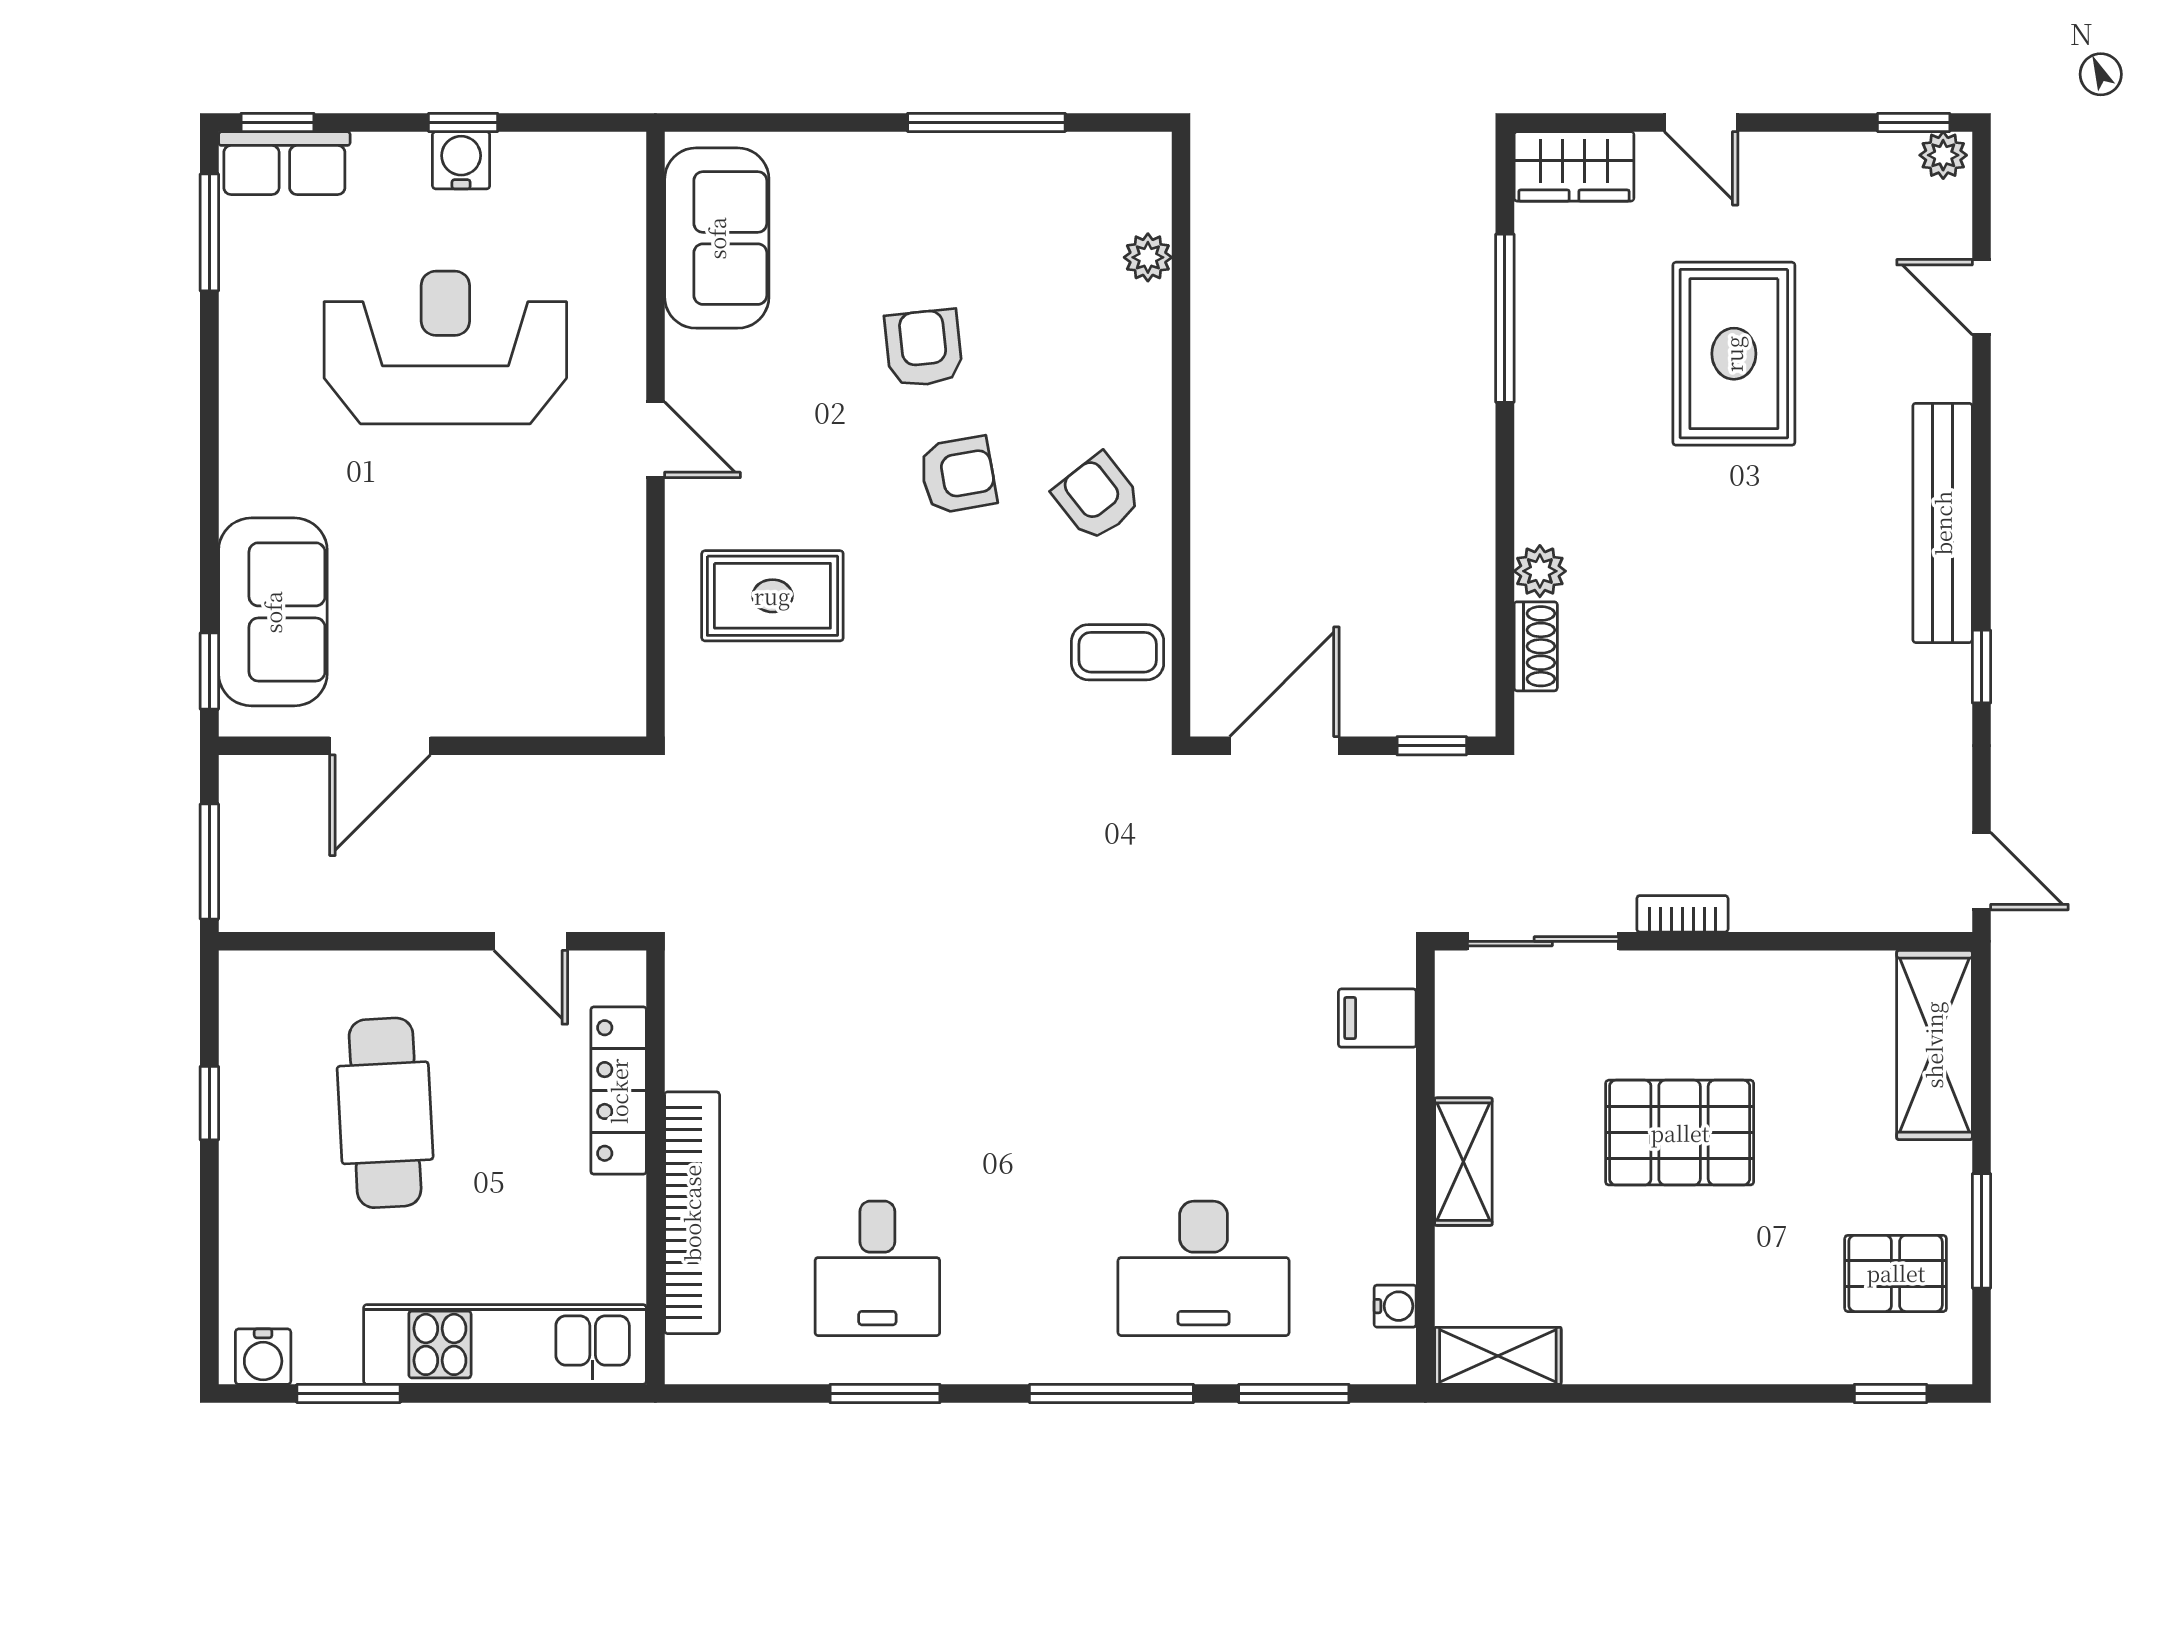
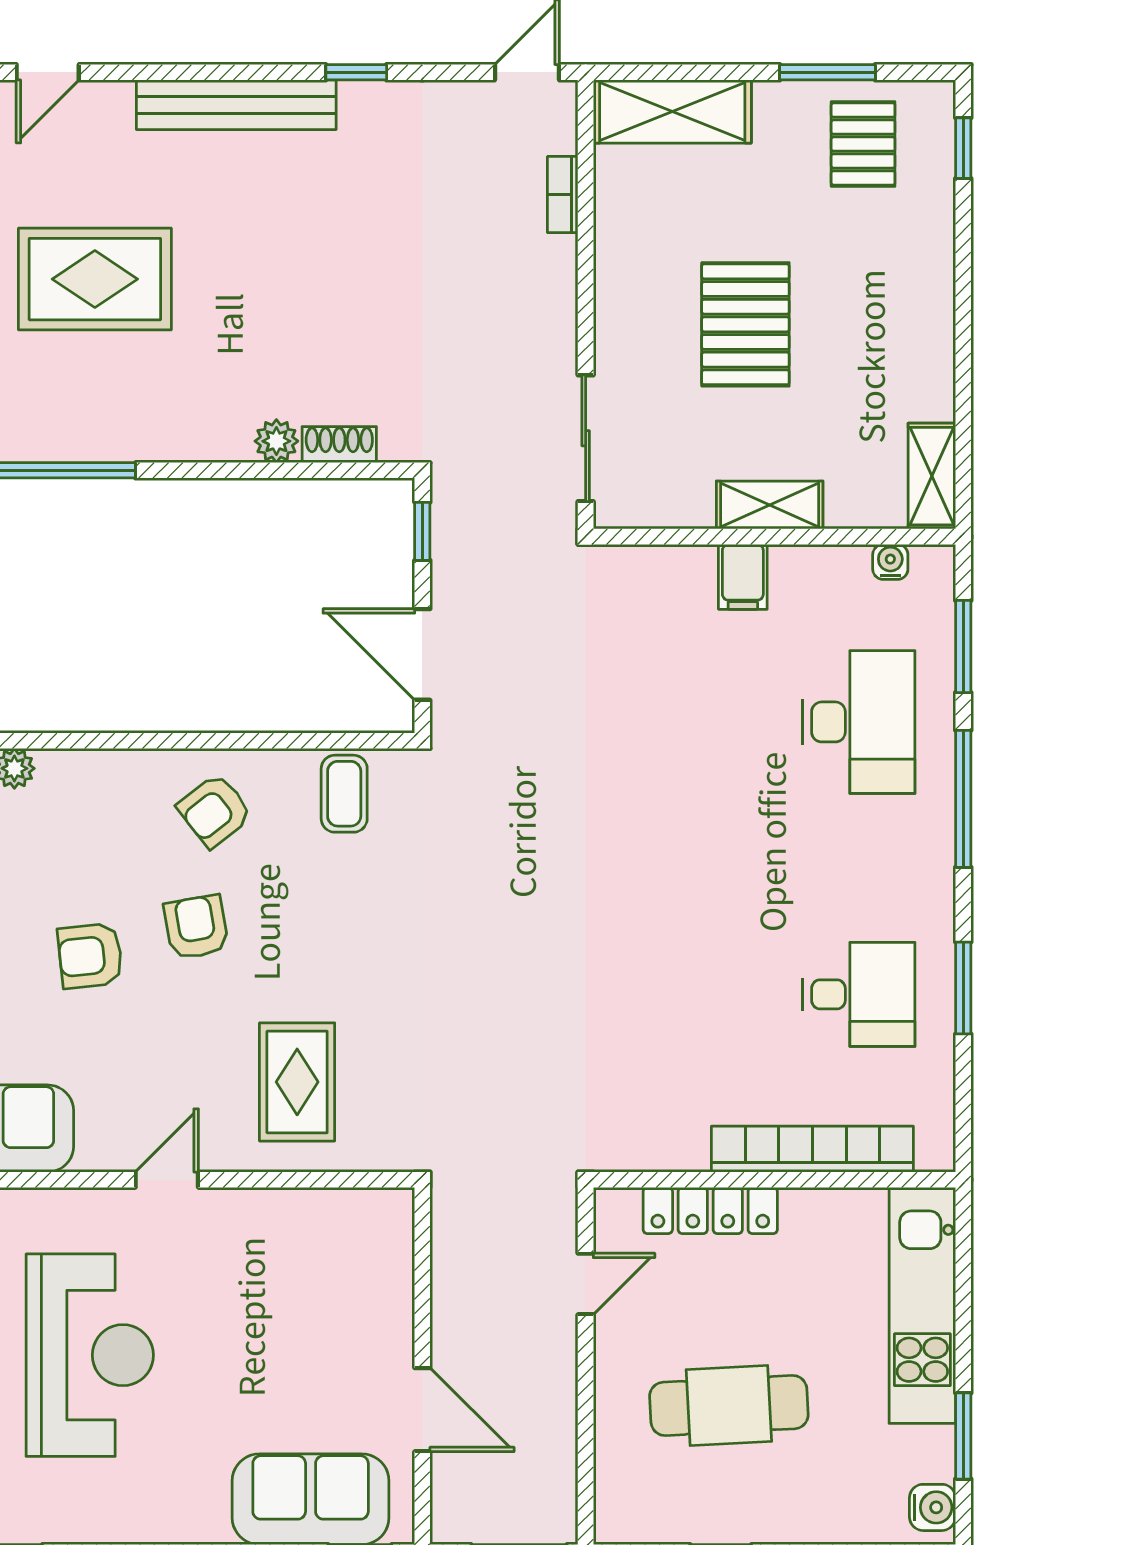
reception desk: (445, 348) -> (90, 1355), turned 180
bookcase: (1682, 914) -> (563, 195), moved
filing cabinet: (1377, 1018) -> (743, 577), moved

